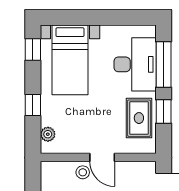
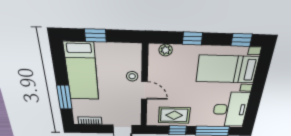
desk: (135, 64) -> (230, 110), moved, turned -90
door: (102, 157) -> (144, 90), swing flipped

